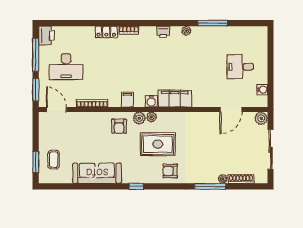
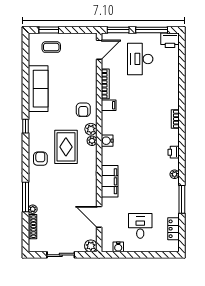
locker: (106, 32) -> (173, 229), moved
filing cabinet: (175, 99) -> (110, 181), moved
filing cabinet: (127, 100) -> (109, 105), moved
armchair: (119, 126) -> (83, 110), turned -90
sliding door: (270, 150) -> (61, 255), width x0.73

